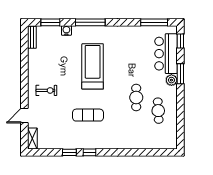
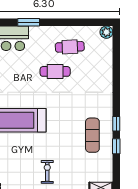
plant: (171, 80) -> (106, 32), moved
exercise mat: (88, 115) -> (92, 135), moved

